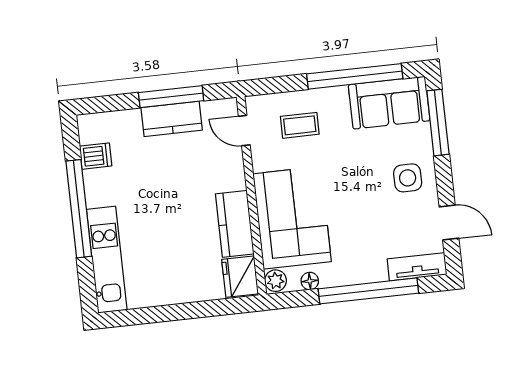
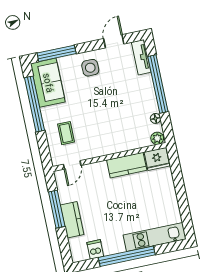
kitchen counter: (172, 119) -> (72, 220), moved
corner sofa: (292, 218) -> (120, 132), removed

